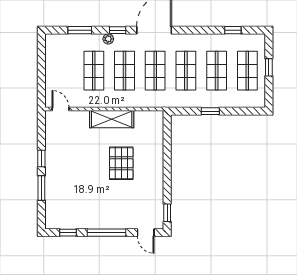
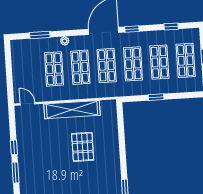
window: (118, 30) -> (132, 29), moved
shelving: (112, 119) -> (72, 110), width x1.47

